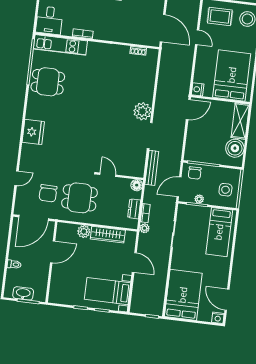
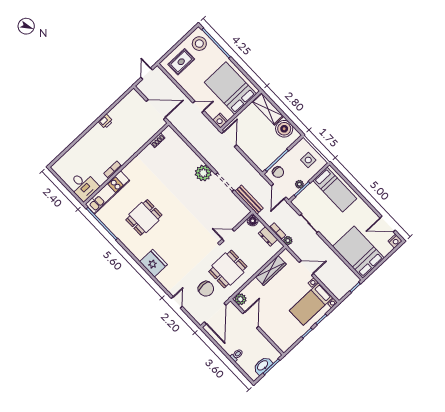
door: (197, 37) -> (198, 107), moved
dining table: (48, 82) -> (144, 217), moved
plant: (84, 232) -> (240, 299), moved

